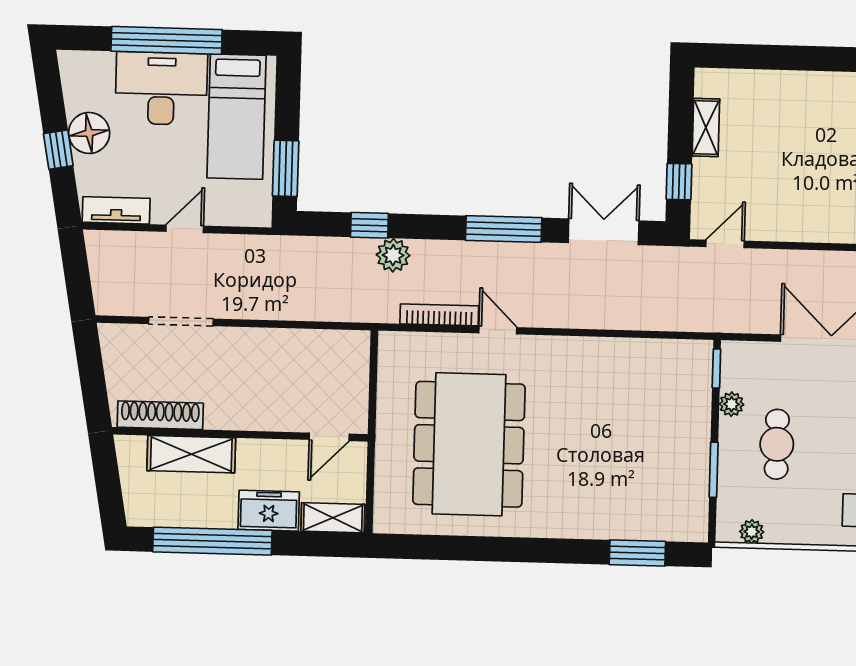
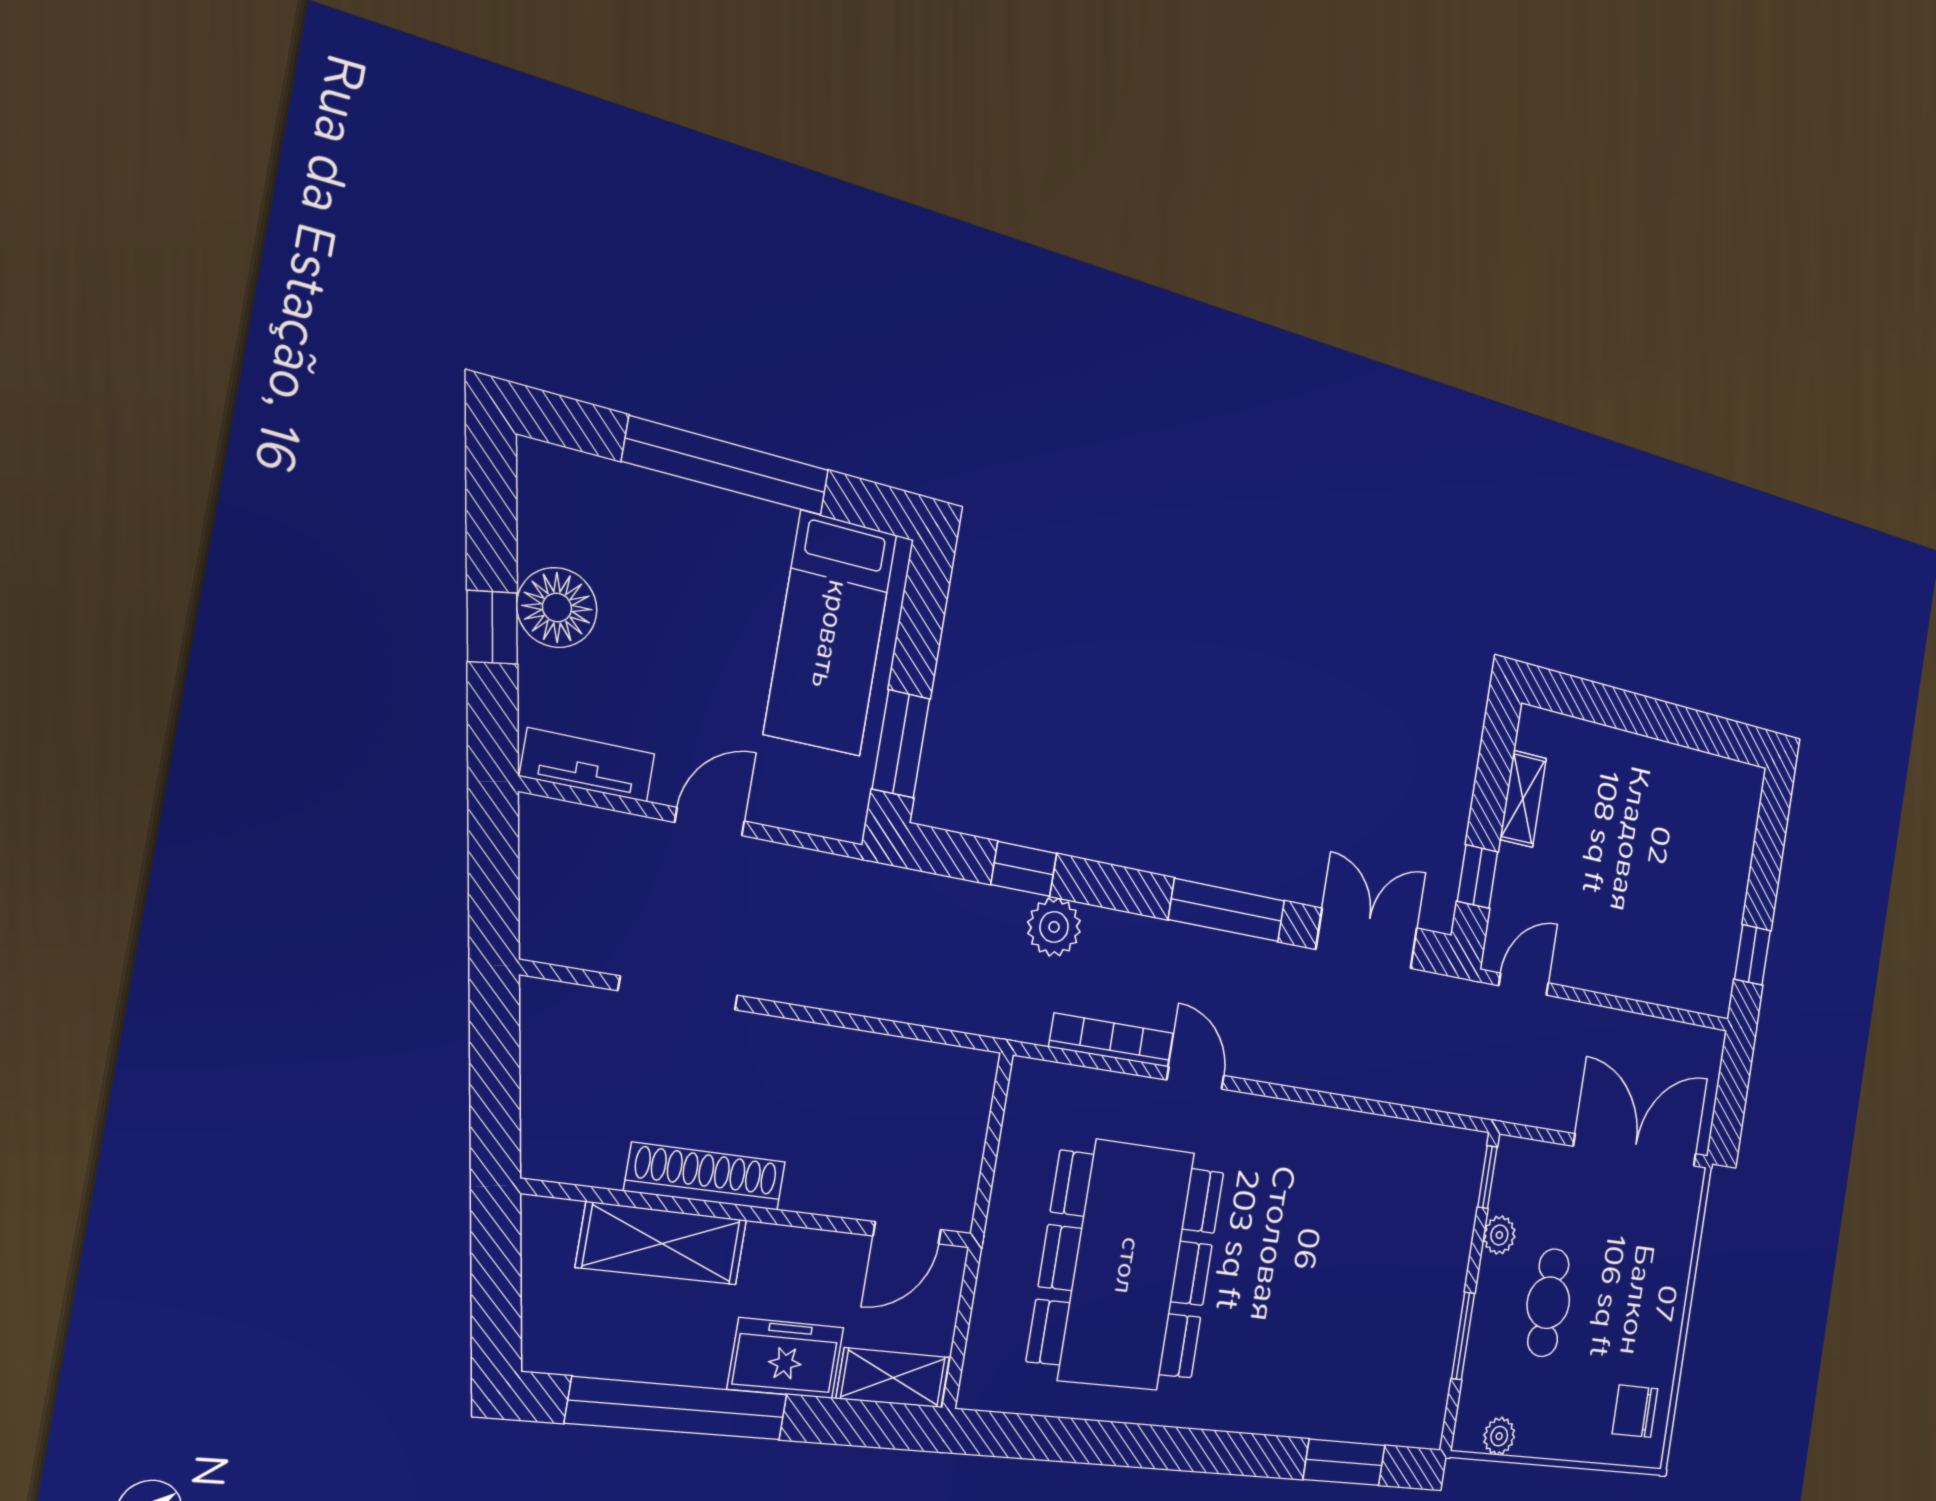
desk: (161, 88) -> (704, 553), removed
shoe rack: (160, 415) -> (705, 1176), moved

